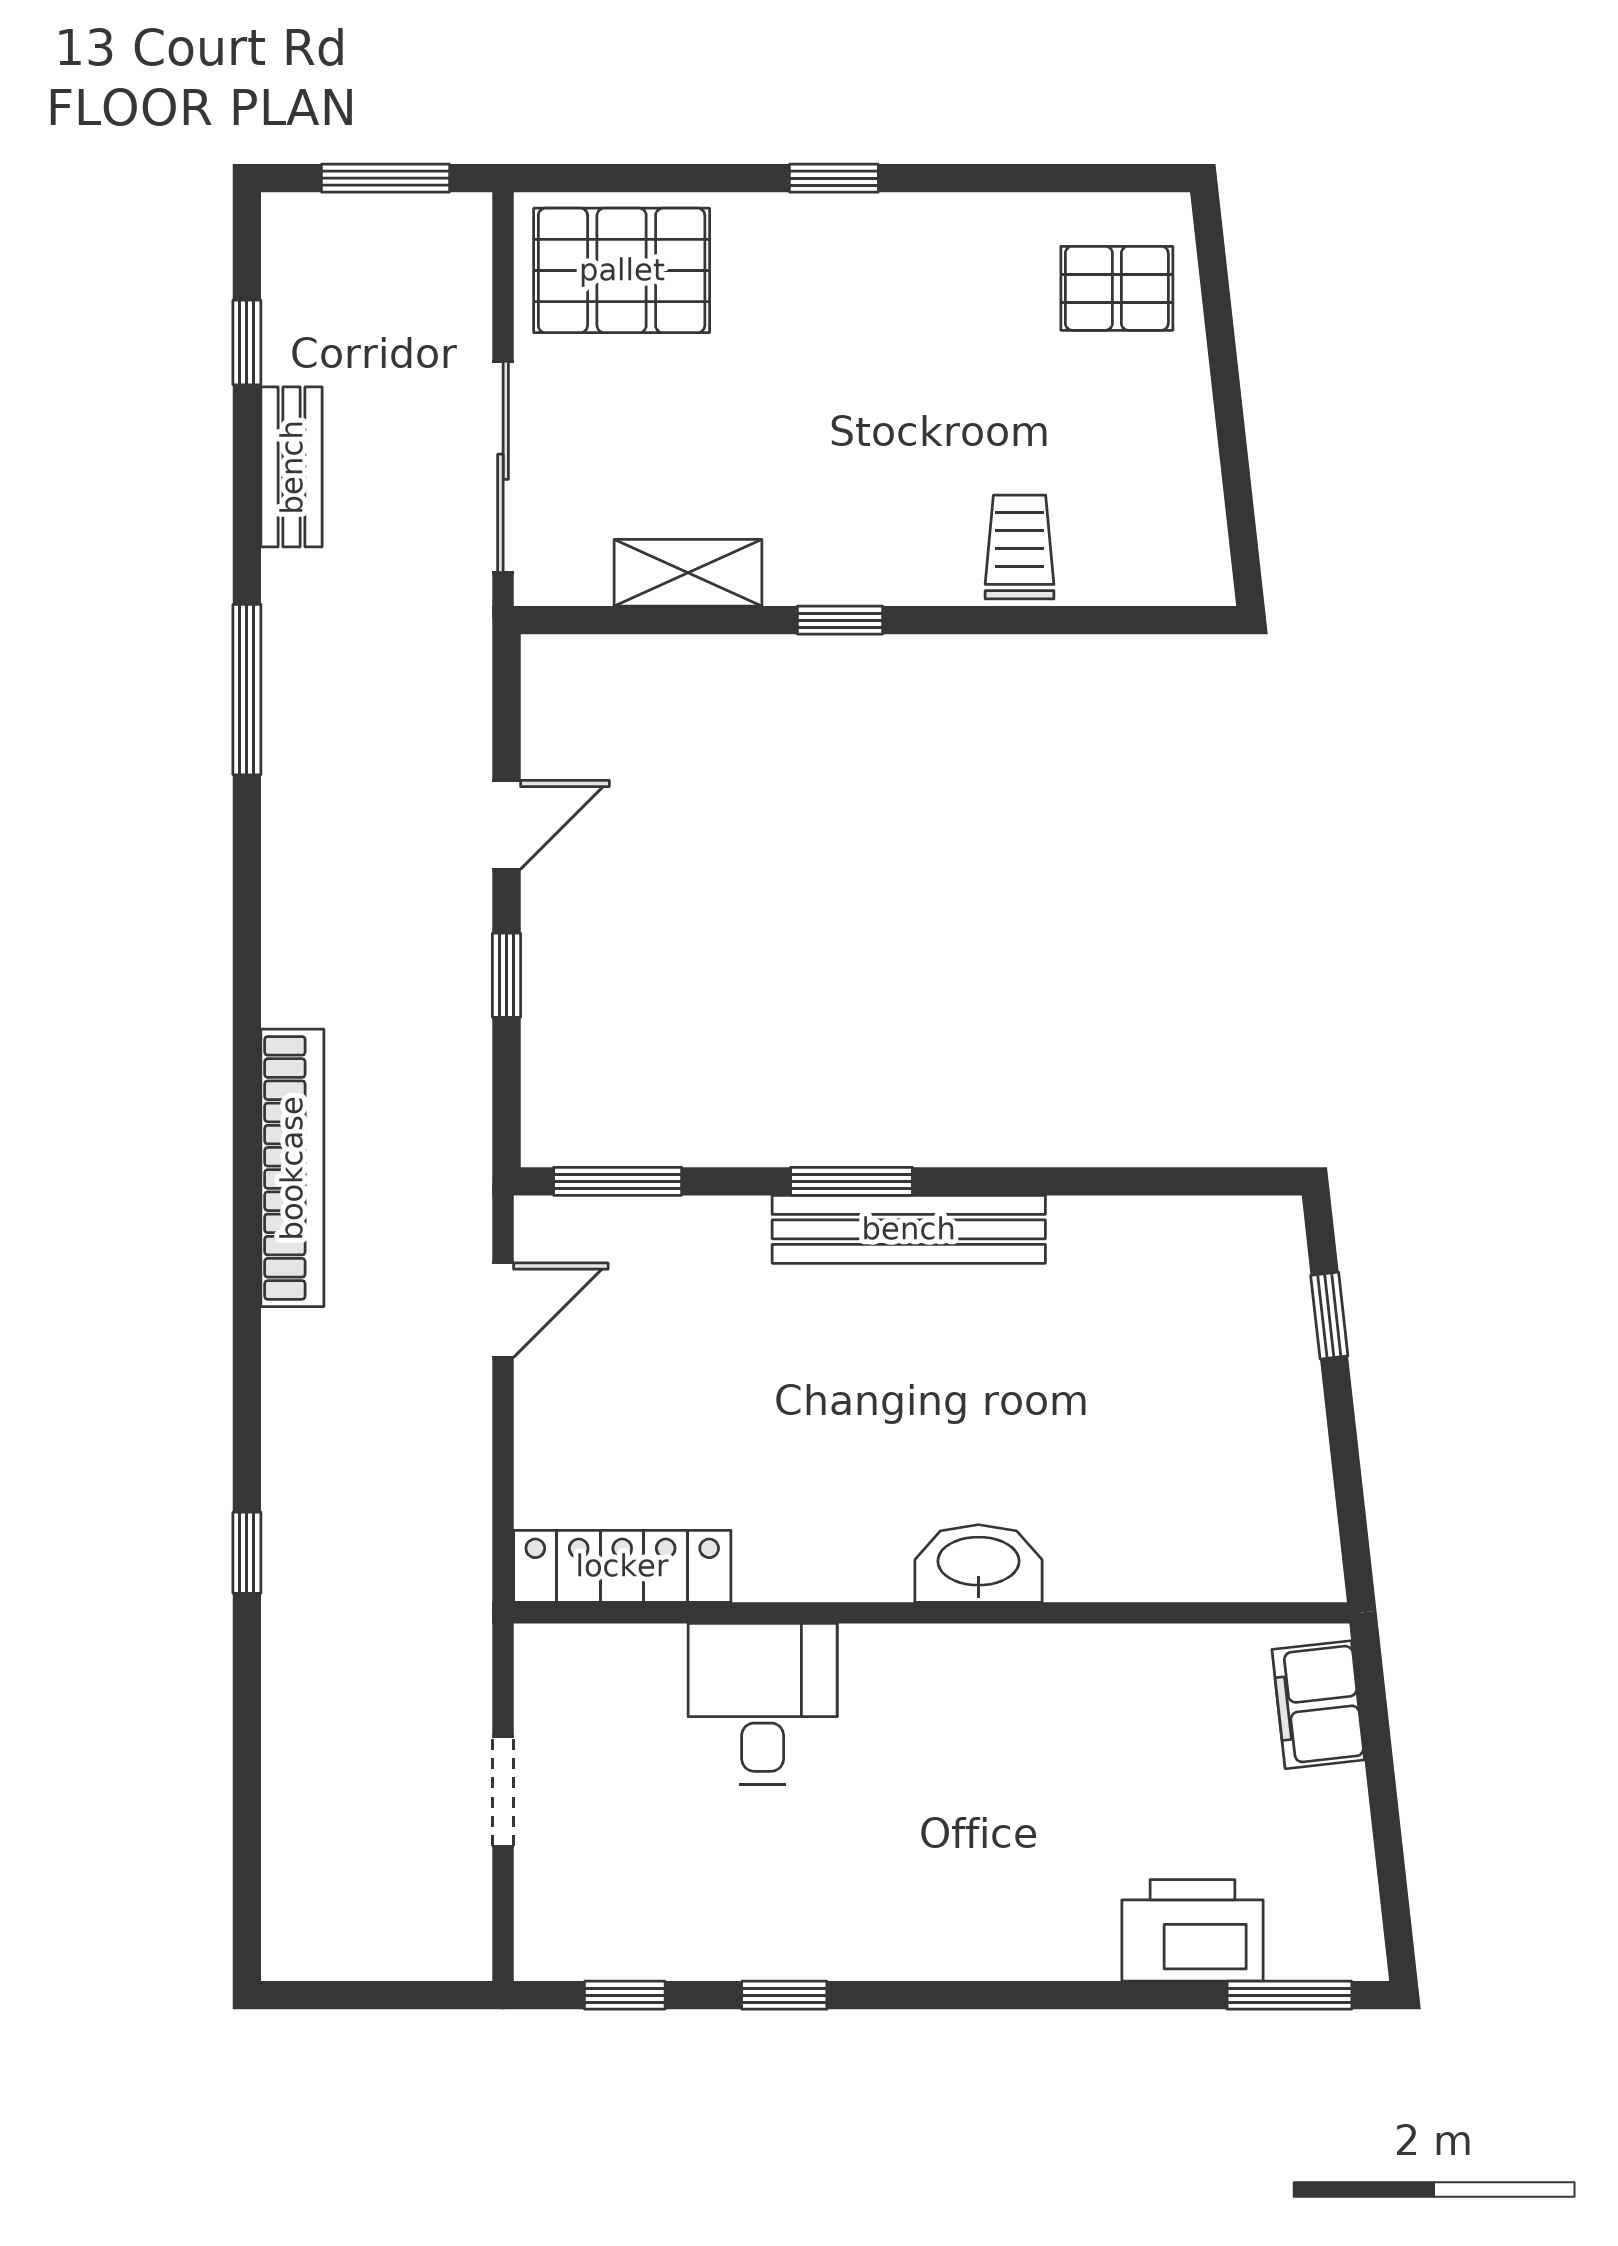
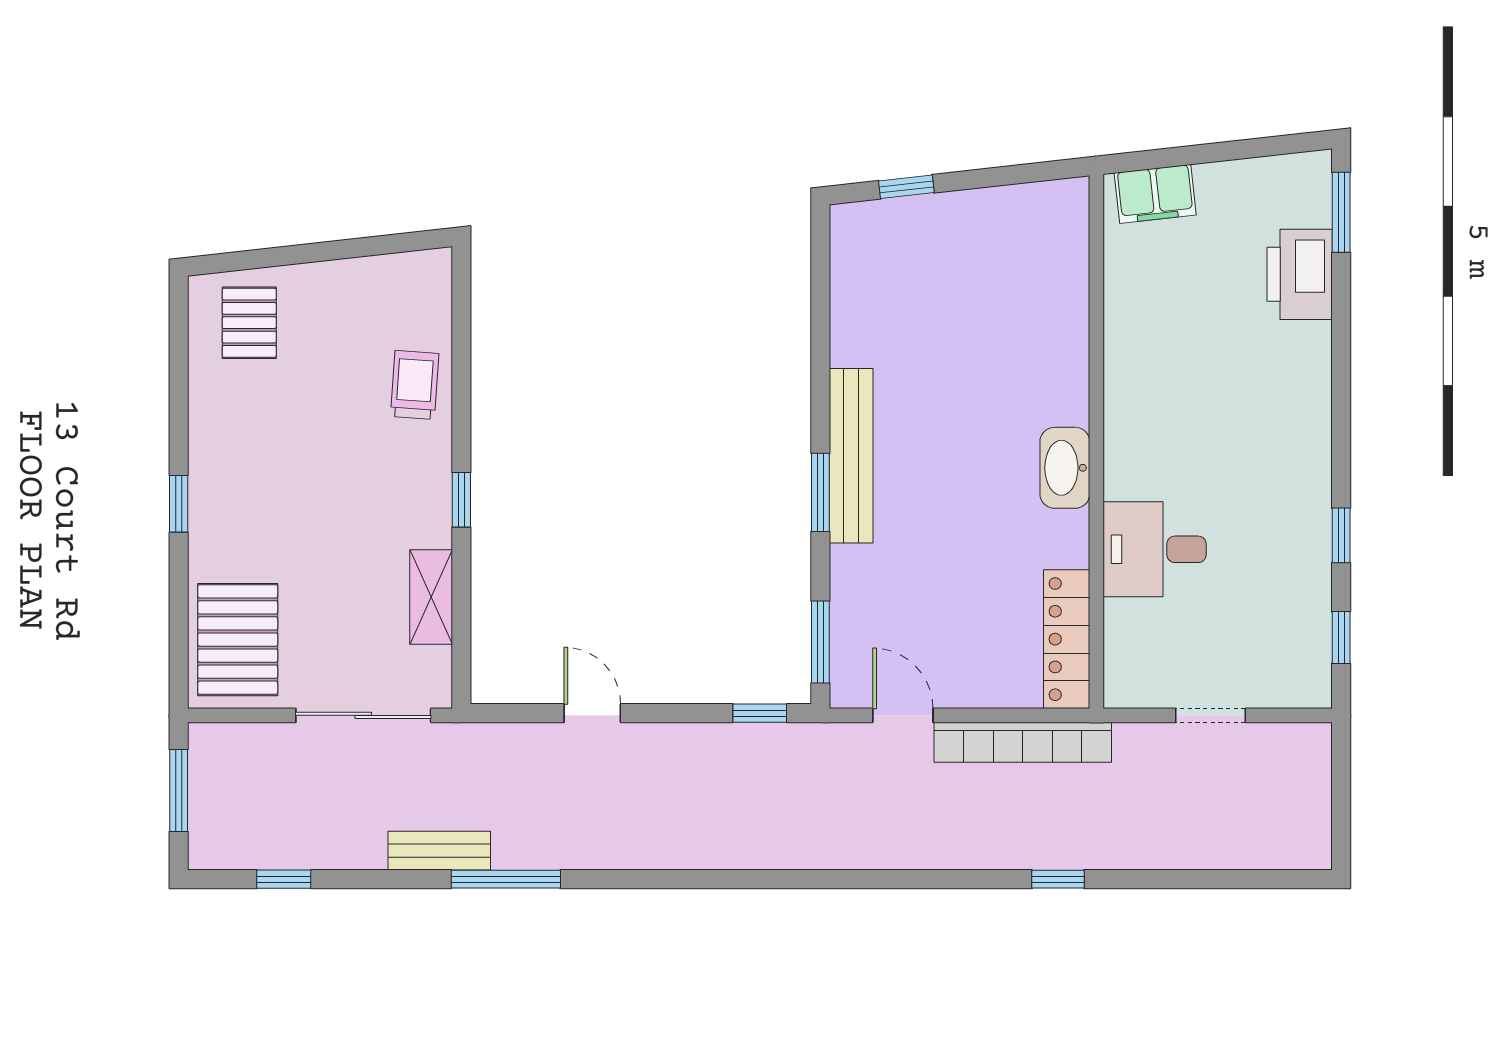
bench: (292, 467) -> (439, 851), moved
trolley: (1020, 547) -> (415, 385), turned 94
window: (507, 975) -> (760, 713), moved
bookcase: (292, 1168) -> (1023, 742), moved, turned 180
washbasin: (978, 1563) -> (1065, 468), moved

